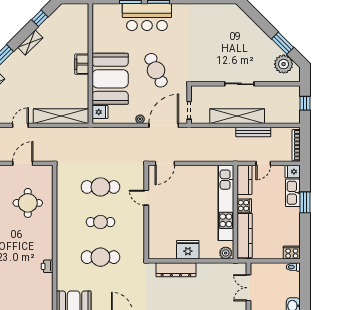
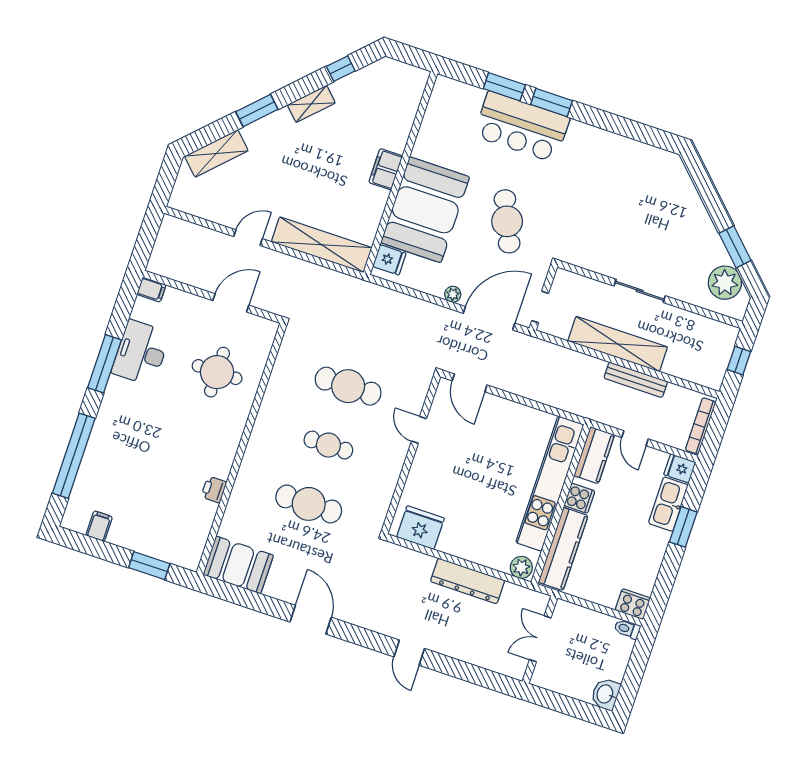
door: (165, 163) -> (470, 383), hinge flipped
door: (263, 163) -> (635, 438), hinge flipped
fridge: (188, 250) -> (420, 528), moved
dresser: (176, 270) -> (468, 581), moved

